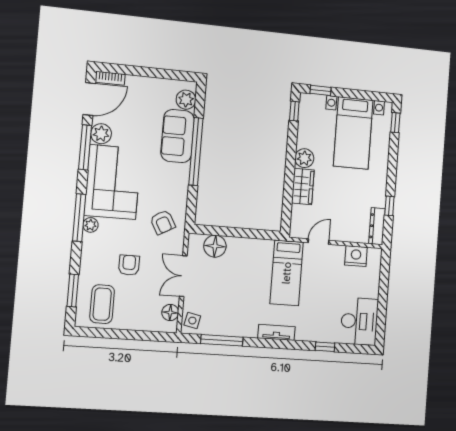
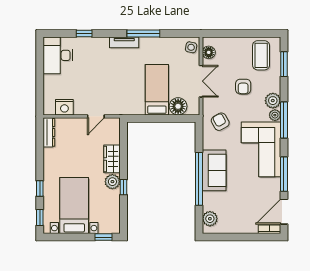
window: (294, 111) -> (123, 187), moved
plant: (101, 134) -> (273, 101), moved
sofa: (178, 136) -> (214, 170), moved
window: (389, 206) -> (40, 188), moved
bed: (287, 273) -> (157, 90), moved
window: (222, 340) -> (143, 33), moved

